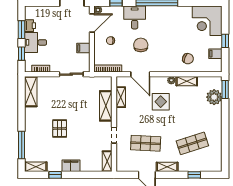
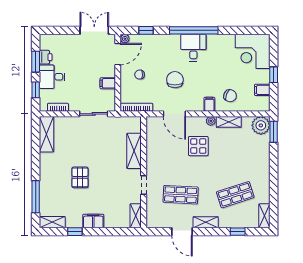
desk: (135, 17) -> (193, 48), moved
filing cabinet: (170, 66) -> (209, 104), added
shelving: (121, 97) -> (264, 216), moved
plant: (214, 97) -> (261, 125), moved

